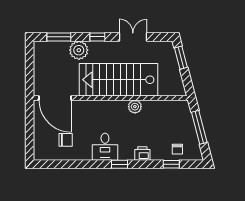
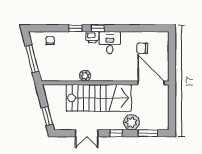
printer: (142, 153) -> (92, 37), moved
window: (171, 164) -> (75, 28), moved

